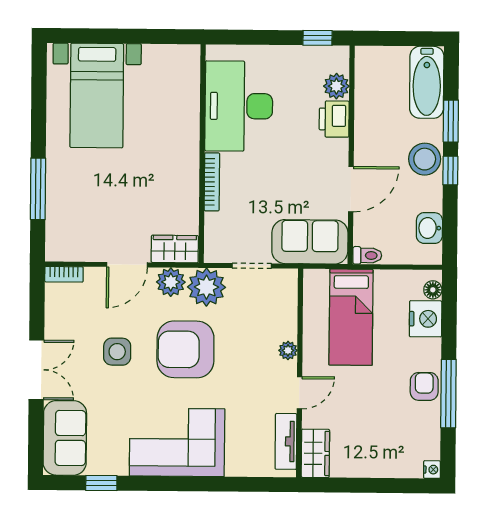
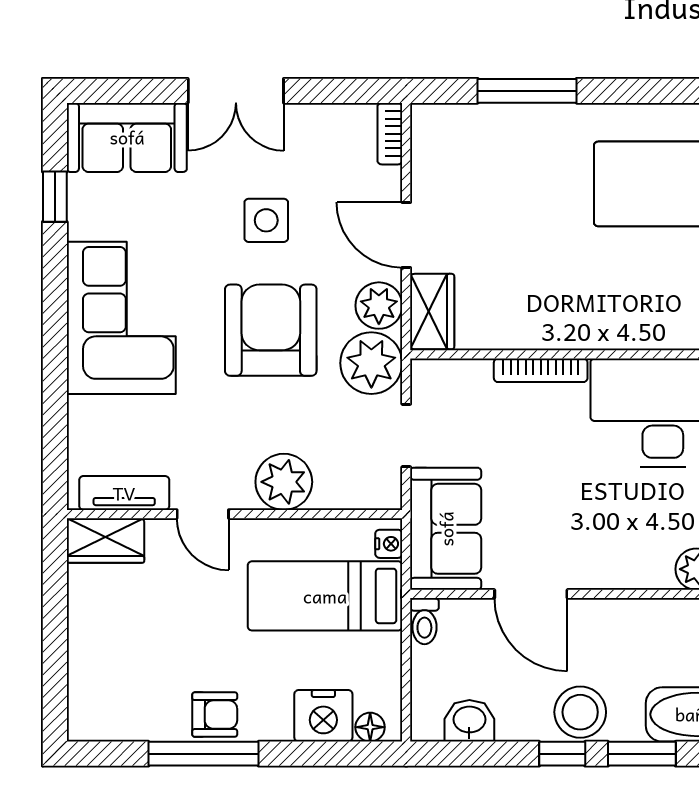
printer: (334, 119) -> (643, 566), removed
plant: (288, 350) -> (284, 482), width x1.88, depth x1.88
nightstand: (432, 470) -> (389, 544), moved, turned -90

